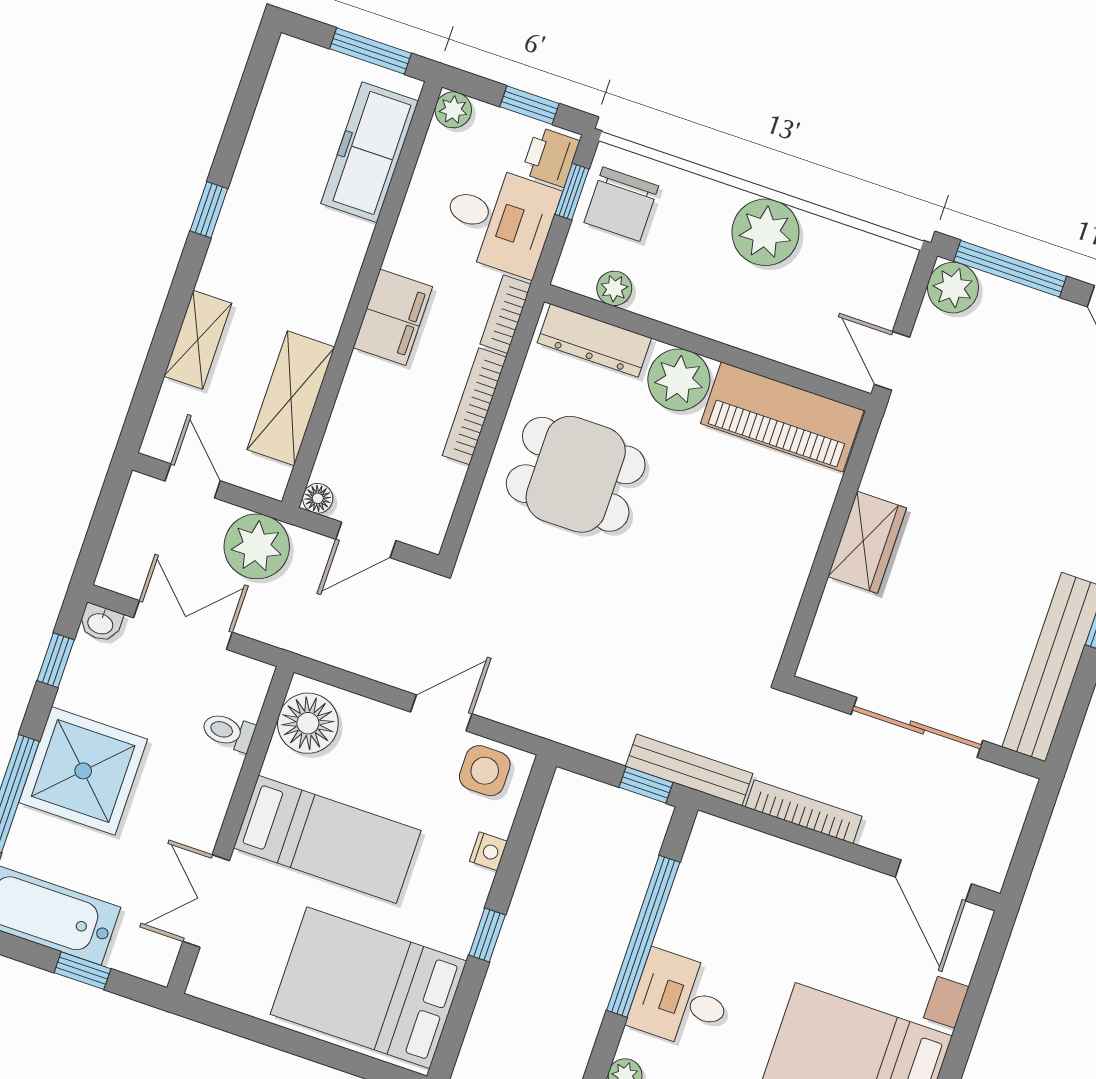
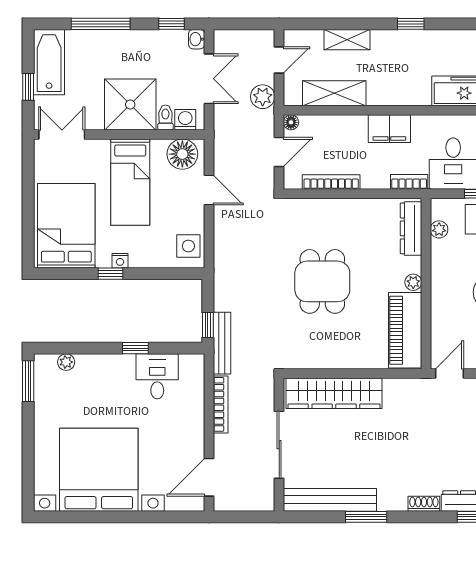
plant: (679, 380) -> (413, 282), width x0.53, depth x0.53
bookcase: (474, 406) -> (331, 182), moved
dining table: (576, 474) -> (322, 281), moved
door: (366, 540) -> (279, 152), swing flipped
wardrobe: (867, 542) -> (334, 393), width x2.10, depth x1.17
plant: (257, 546) -> (263, 97), width x0.73, depth x0.73
washing machine: (245, 696) -> (185, 120), added
door: (441, 713) -> (209, 190), moved
shower: (83, 771) -> (130, 105), moved
nightstand: (488, 851) -> (120, 261), moved
double door: (206, 901) -> (62, 134), moved
window: (643, 936) -> (135, 348), width x0.32
desk: (681, 1000) -> (157, 376), moved

